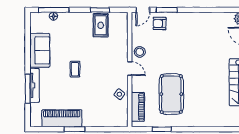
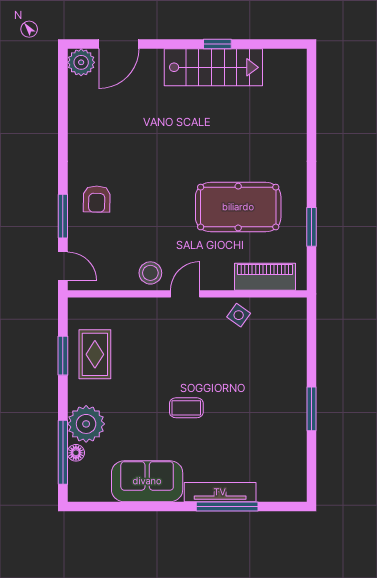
plant: (67, 21) -> (86, 424), added
armchair: (160, 23) -> (97, 199), moved
rug: (101, 25) -> (95, 354), turned 90
piano: (62, 118) -> (289, 435), removed

